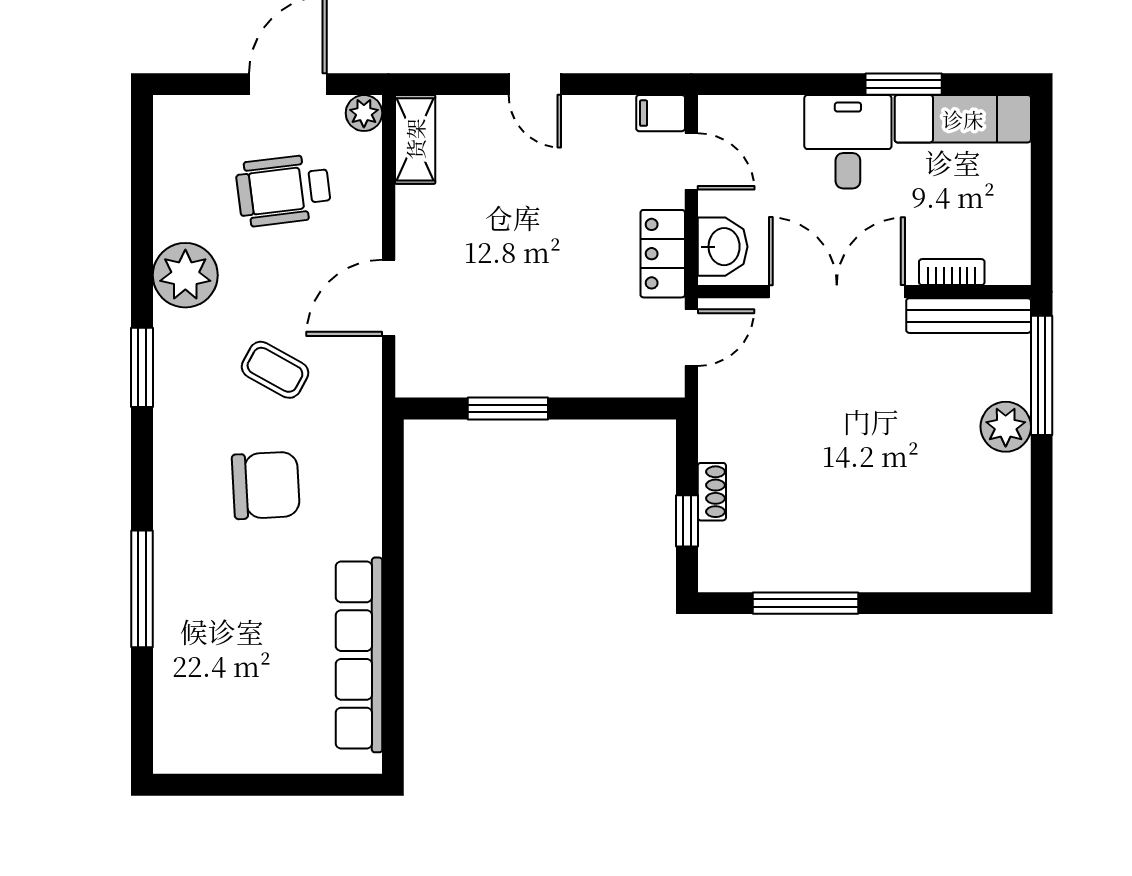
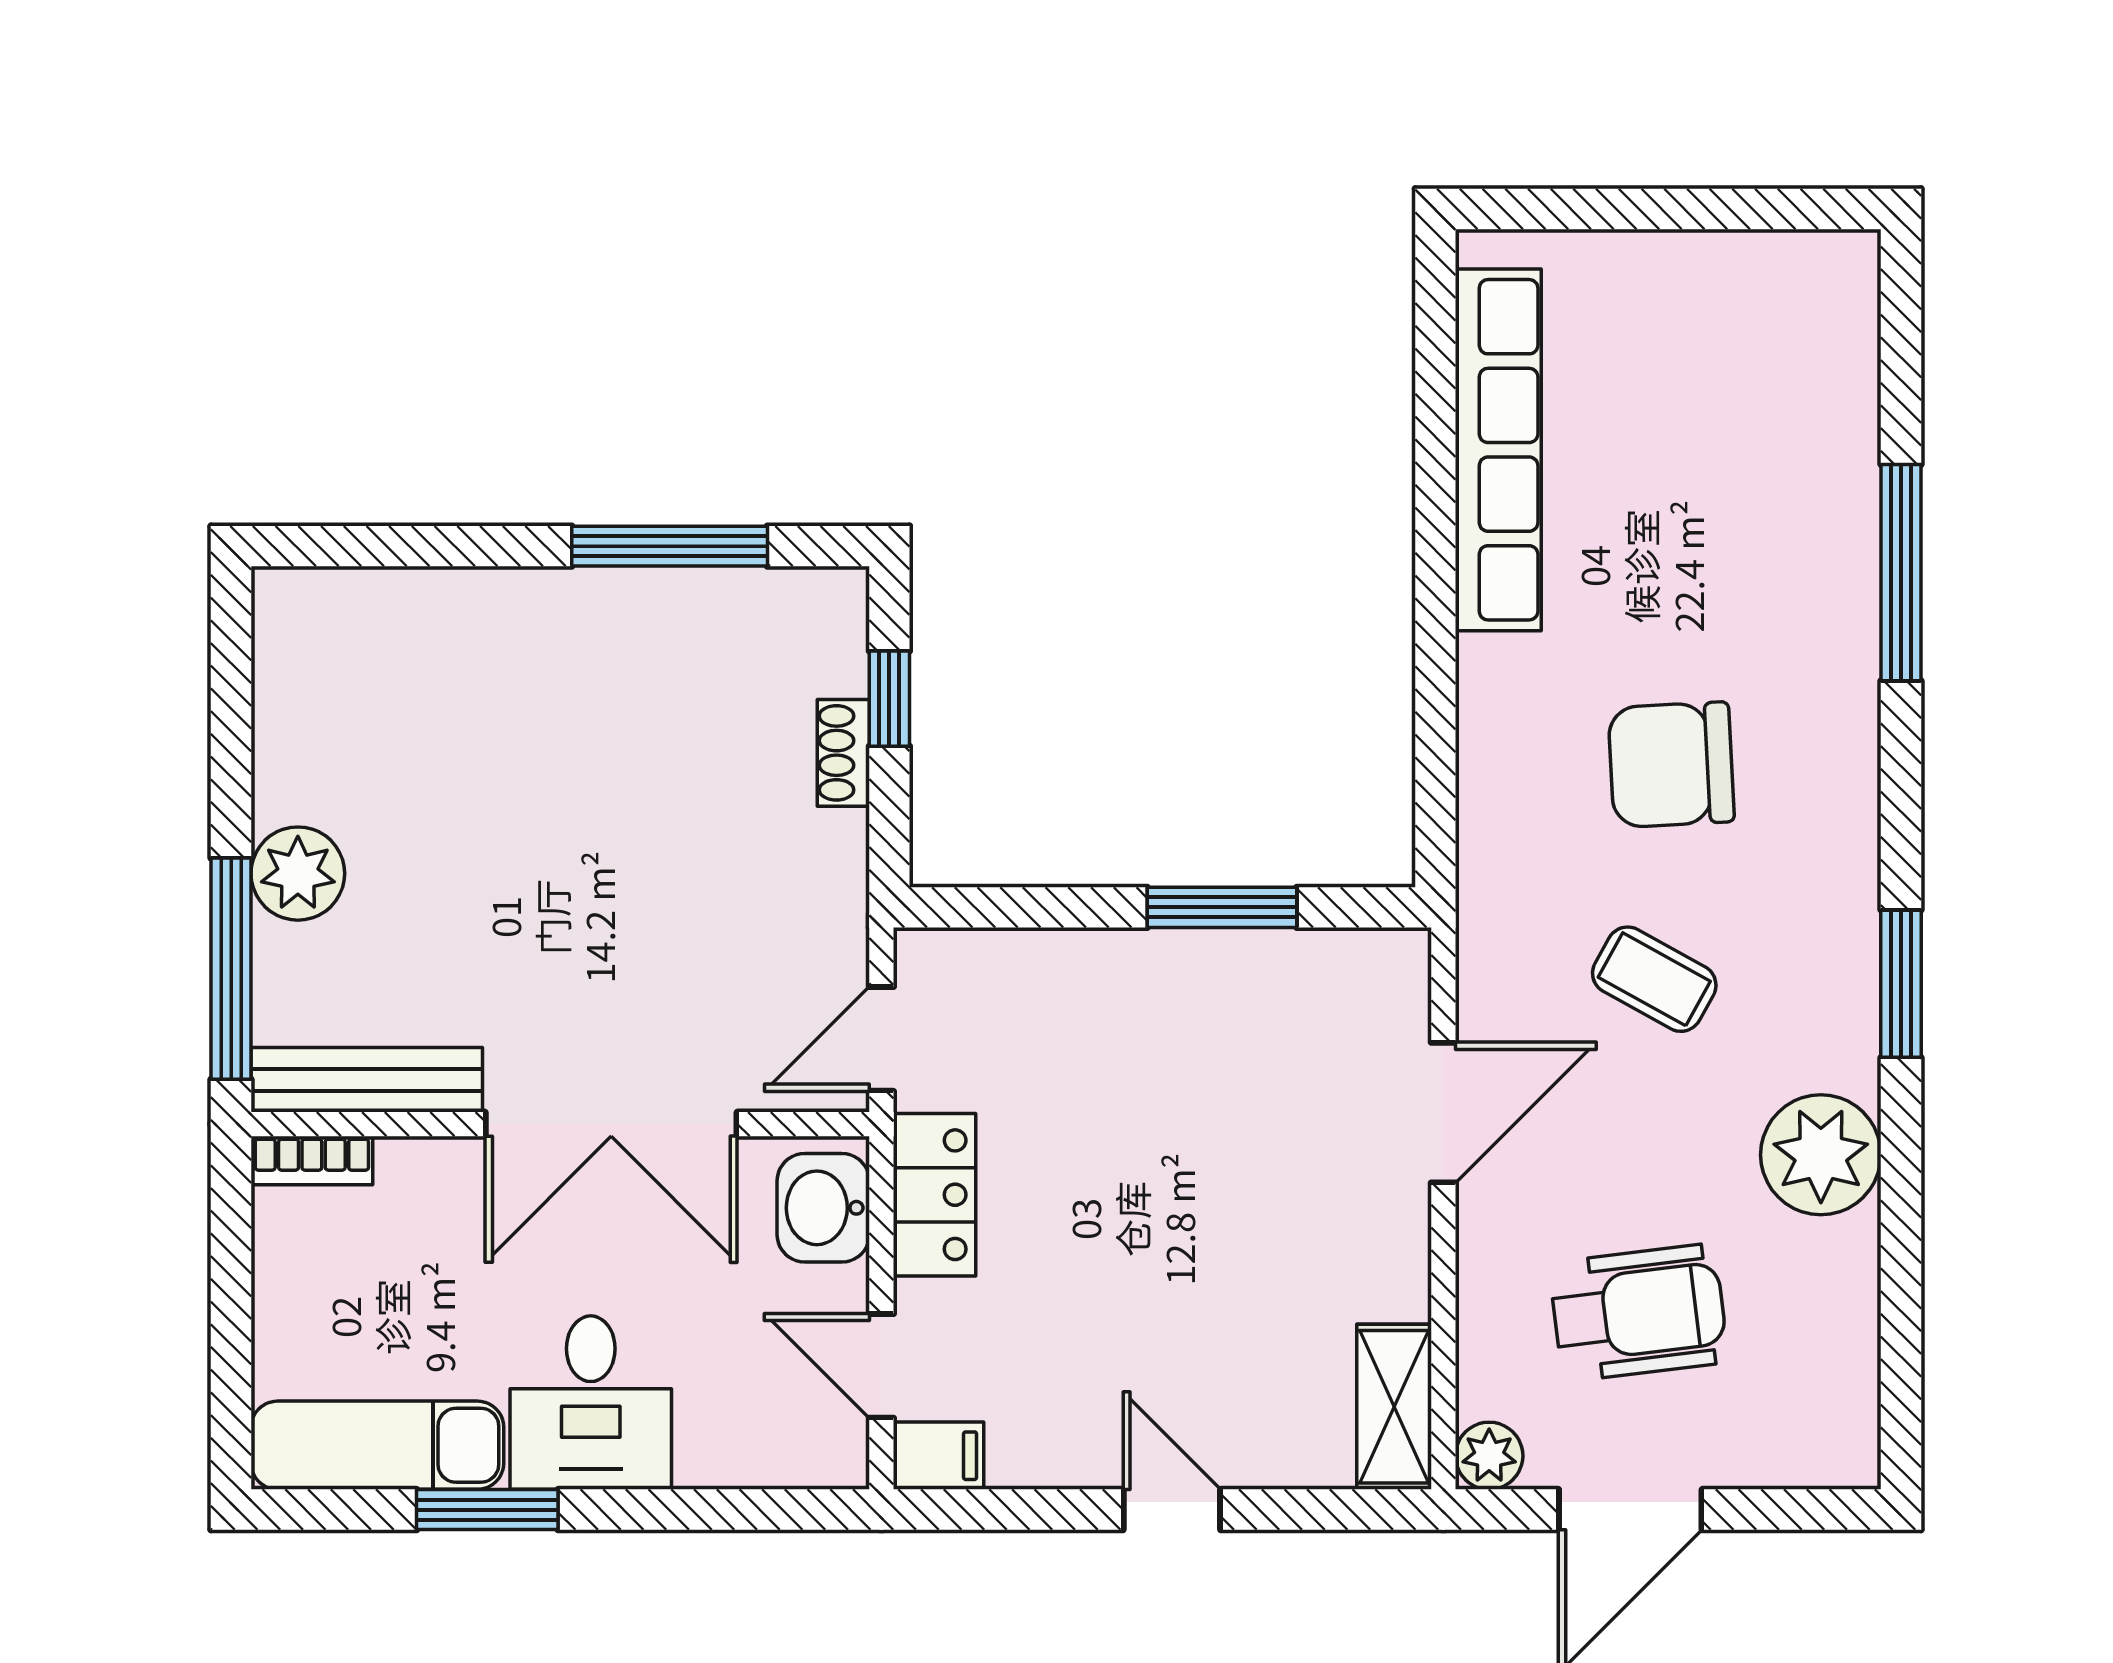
bookcase: (952, 272) -> (312, 1161), moved

